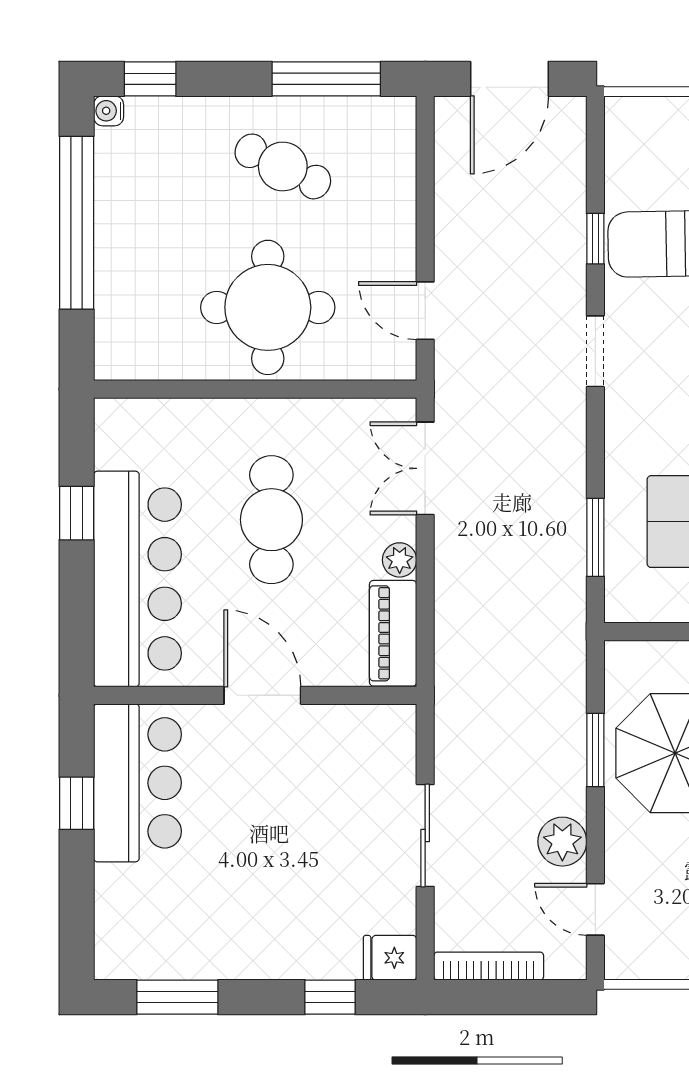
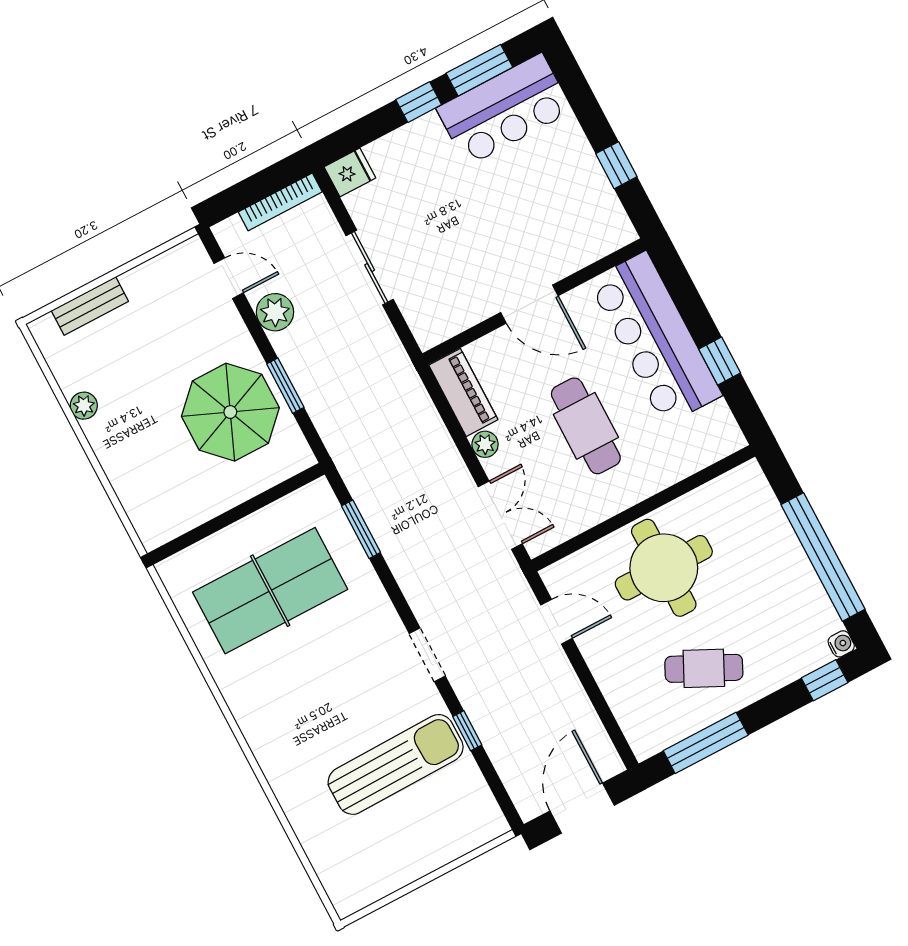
bar counter: (137, 783) -> (504, 110), moved, turned -90
window: (330, 997) -> (419, 102), moved

